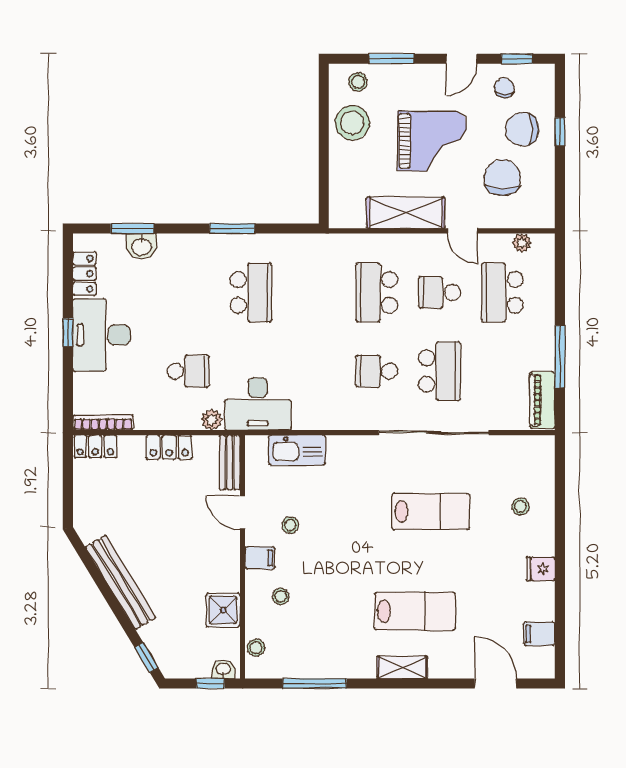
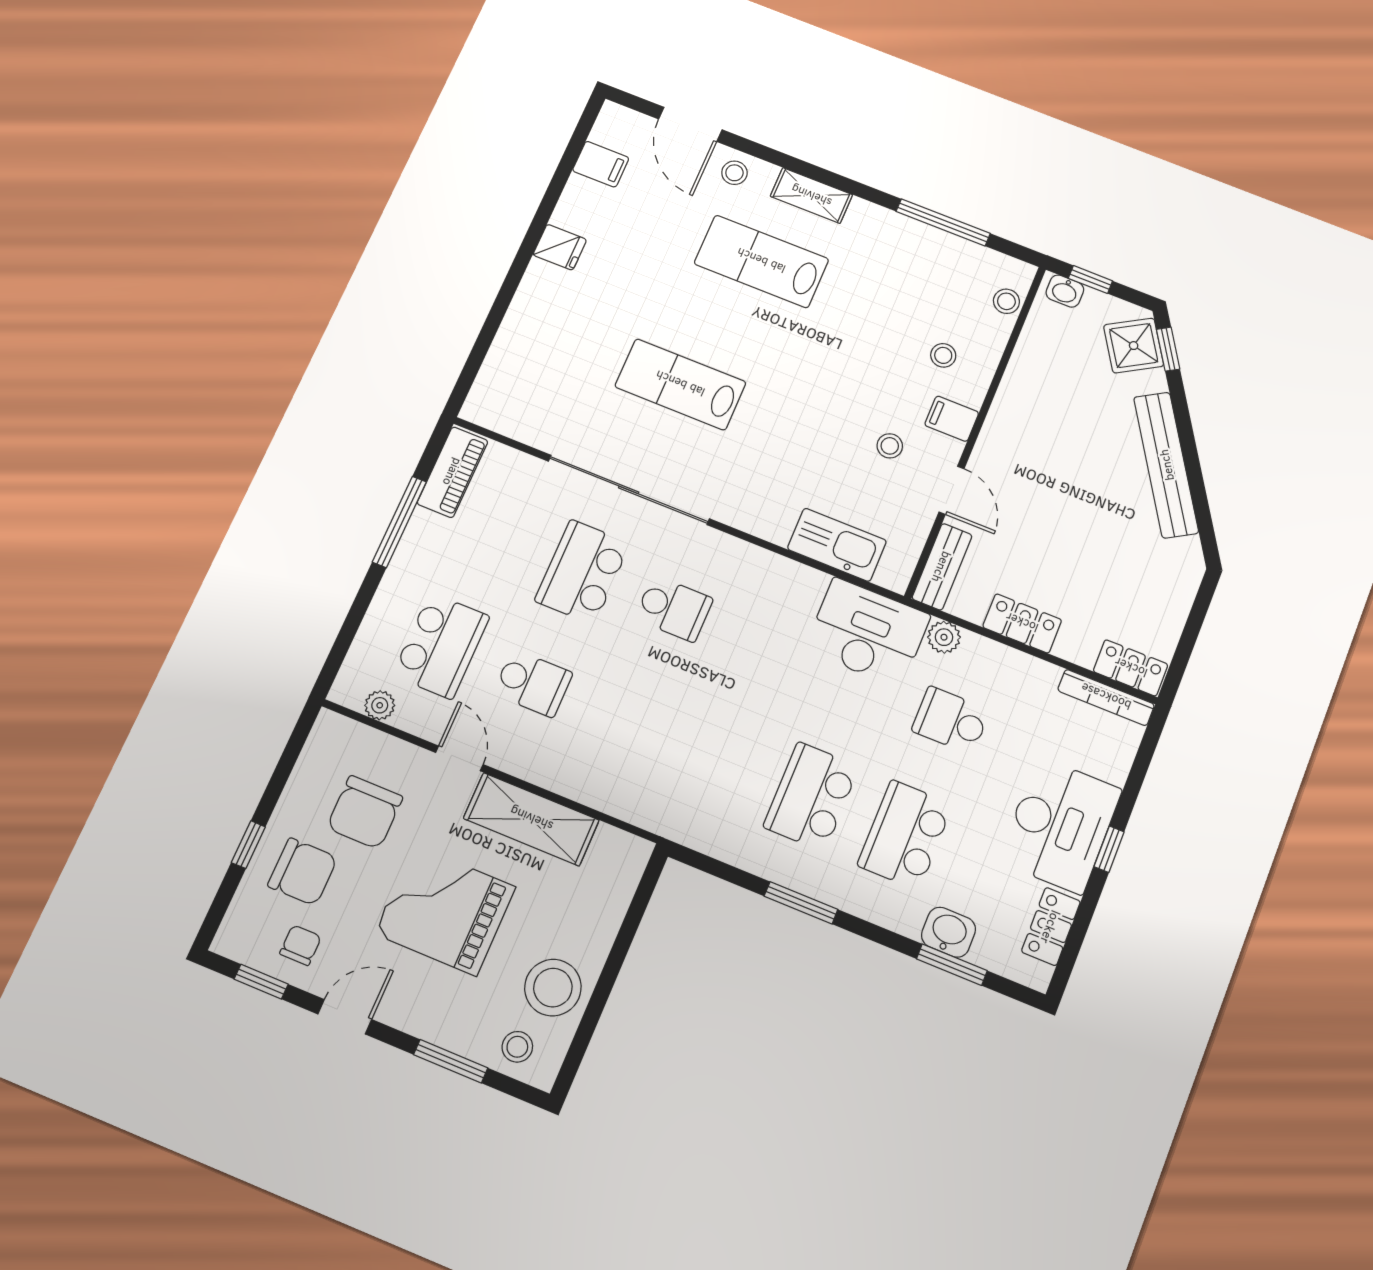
chair: (504, 88) -> (300, 945), turned 180
school desk: (377, 292) -> (905, 835), moved, turned 180
stool: (520, 506) -> (734, 173), moved
shower: (223, 610) -> (1134, 346), moved, turned -31

